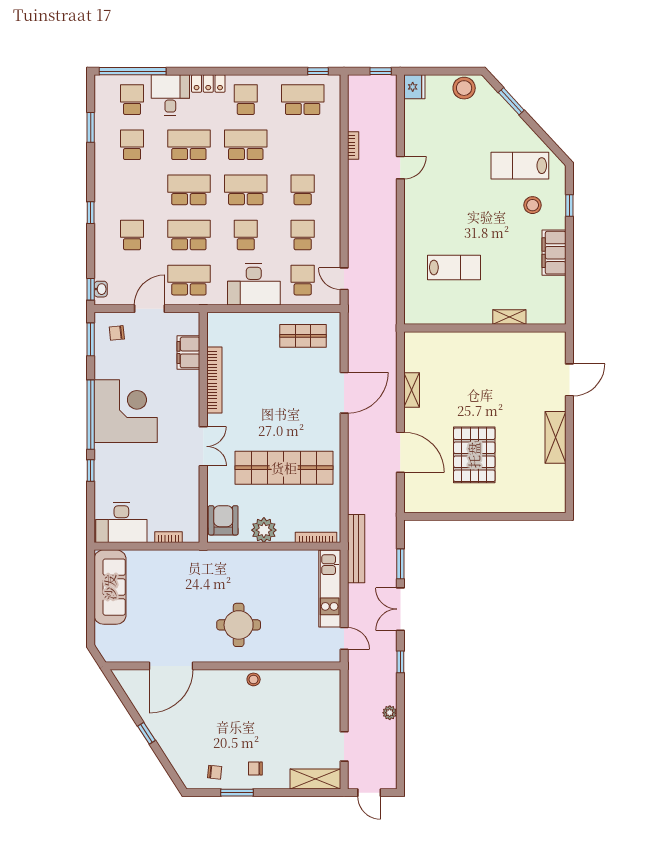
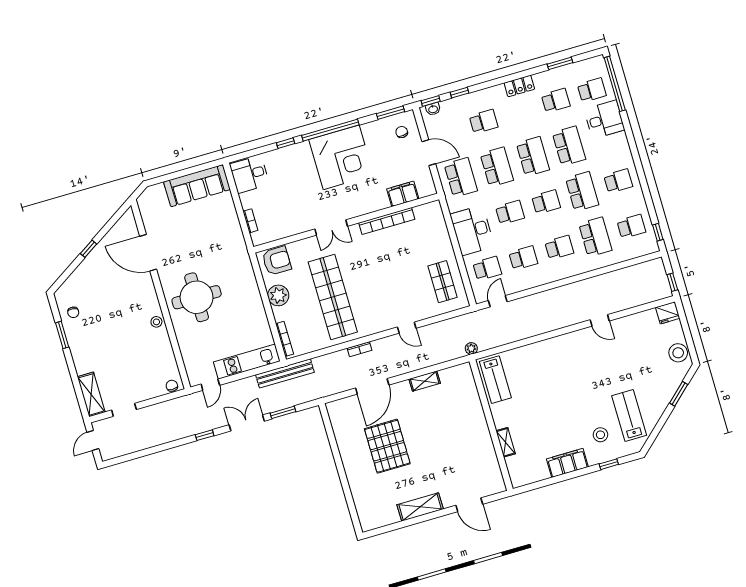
locker: (208, 84) -> (519, 86), moved, turned -90
school desk: (303, 100) -> (631, 226), width x0.54
school desk: (303, 145) -> (595, 237), added
bookcase: (353, 146) -> (359, 349), moved
school desk: (246, 190) -> (546, 202), width x0.54
window: (91, 213) -> (460, 93), moved
lab bench: (454, 267) -> (495, 380), moved
door: (344, 393) -> (407, 328), width x0.53
pallet: (474, 455) -> (387, 446), turned 90
desk: (121, 523) -> (250, 174), width x0.73
round table: (239, 625) -> (197, 297), width x1.36, depth x1.36
plant: (390, 713) -> (471, 348), moved
chair: (255, 768) -> (172, 386), moved

